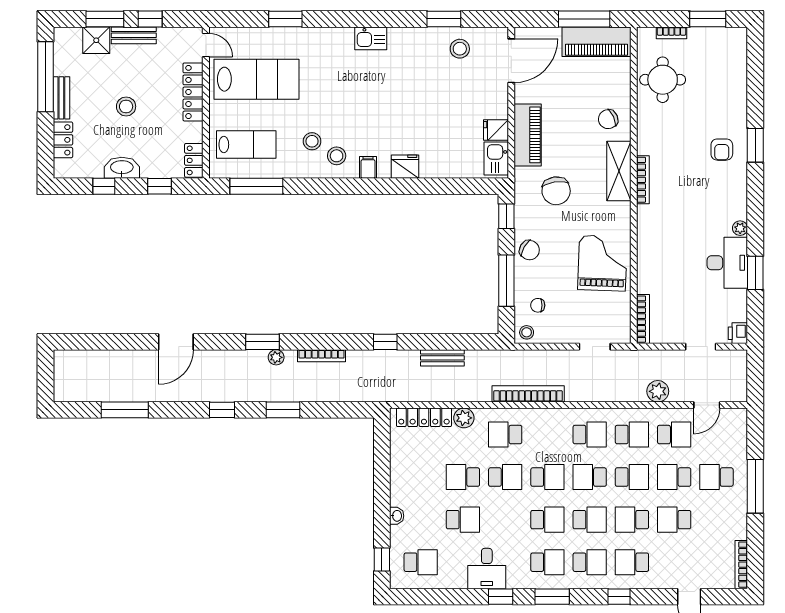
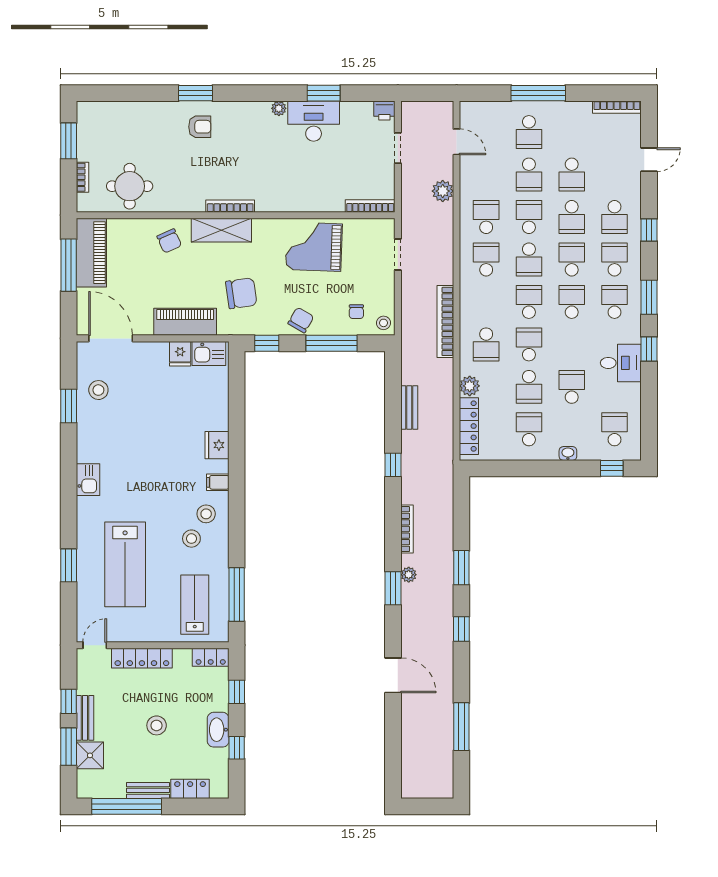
lab bench: (257, 79) -> (125, 564), moved, turned 180
school desk: (674, 435) -> (529, 429), moved

